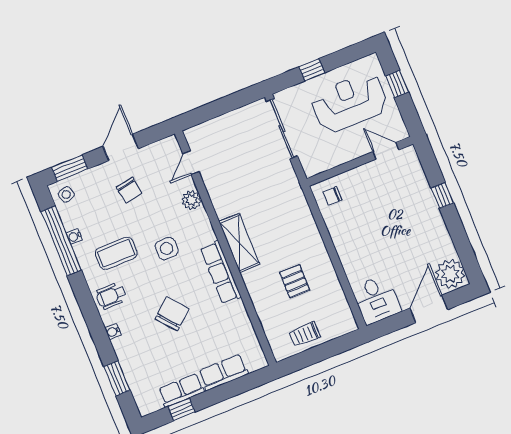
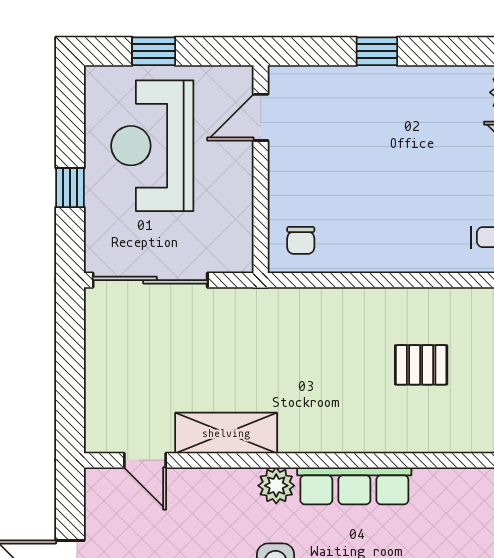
plant: (191, 200) -> (276, 486), moved
shelving: (239, 243) -> (226, 433), moved

